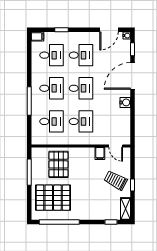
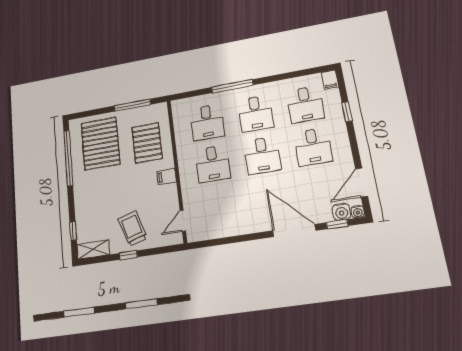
door: (109, 30) -> (362, 182), hinge flipped
water cooler: (125, 102) -> (341, 212), moved
filing cabinet: (100, 153) -> (167, 177), moved
pallet: (58, 164) -> (147, 143), turned 90
trolley: (116, 180) -> (133, 228), turned -45

